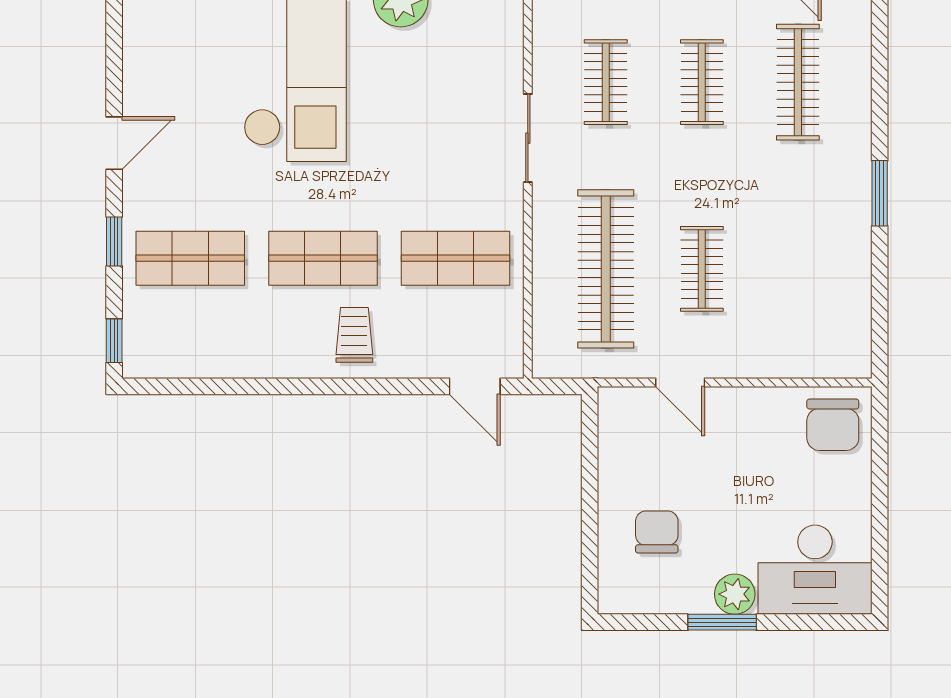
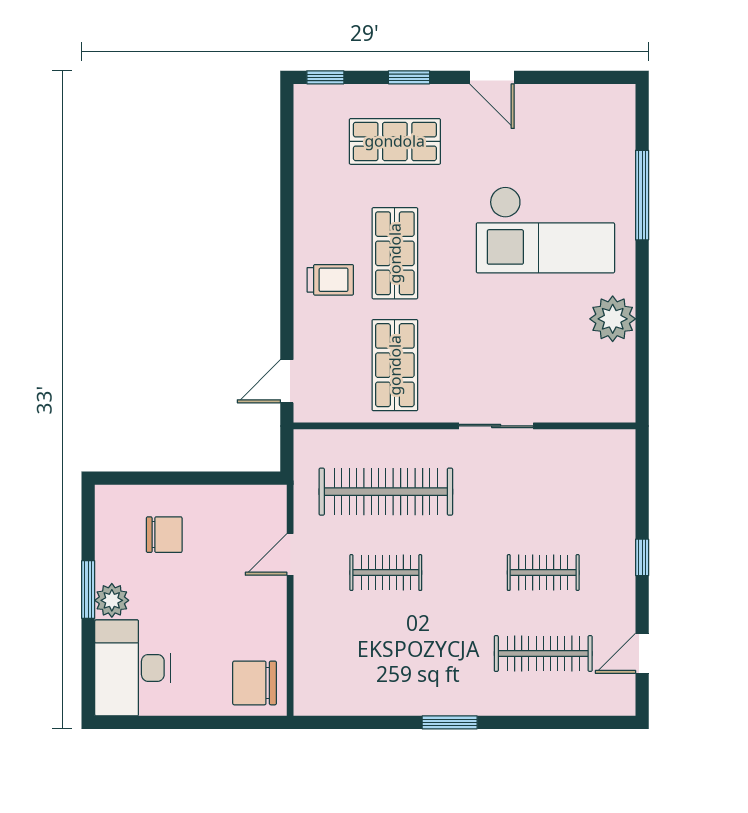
clothes rail: (606, 82) -> (543, 492), removed
shop shelf: (190, 258) -> (395, 141), turned 90

